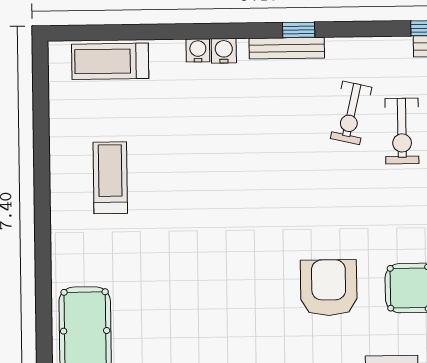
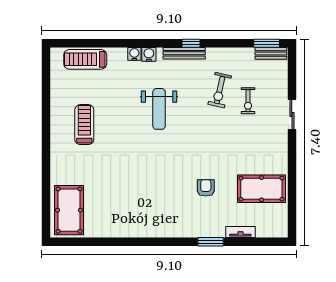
exercise bike: (402, 131) -> (248, 101), width x0.73, depth x0.72
weight bench: (243, 148) -> (159, 109), added
armchair: (329, 288) -> (206, 188), width x0.53, depth x0.53

